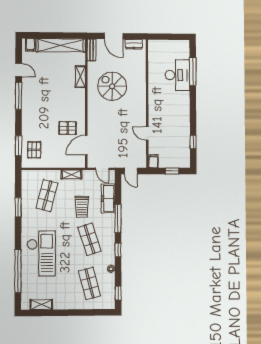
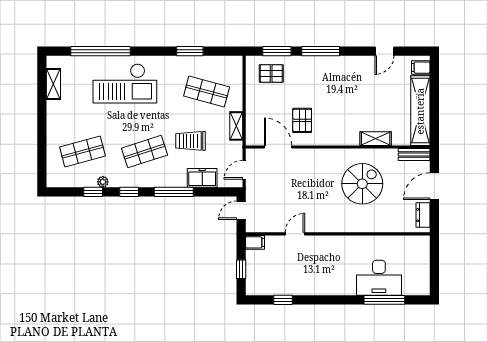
window: (19, 96) -> (321, 51), moved
freezer: (108, 198) -> (202, 178), width x0.71
window: (118, 293) -> (93, 192), moved

